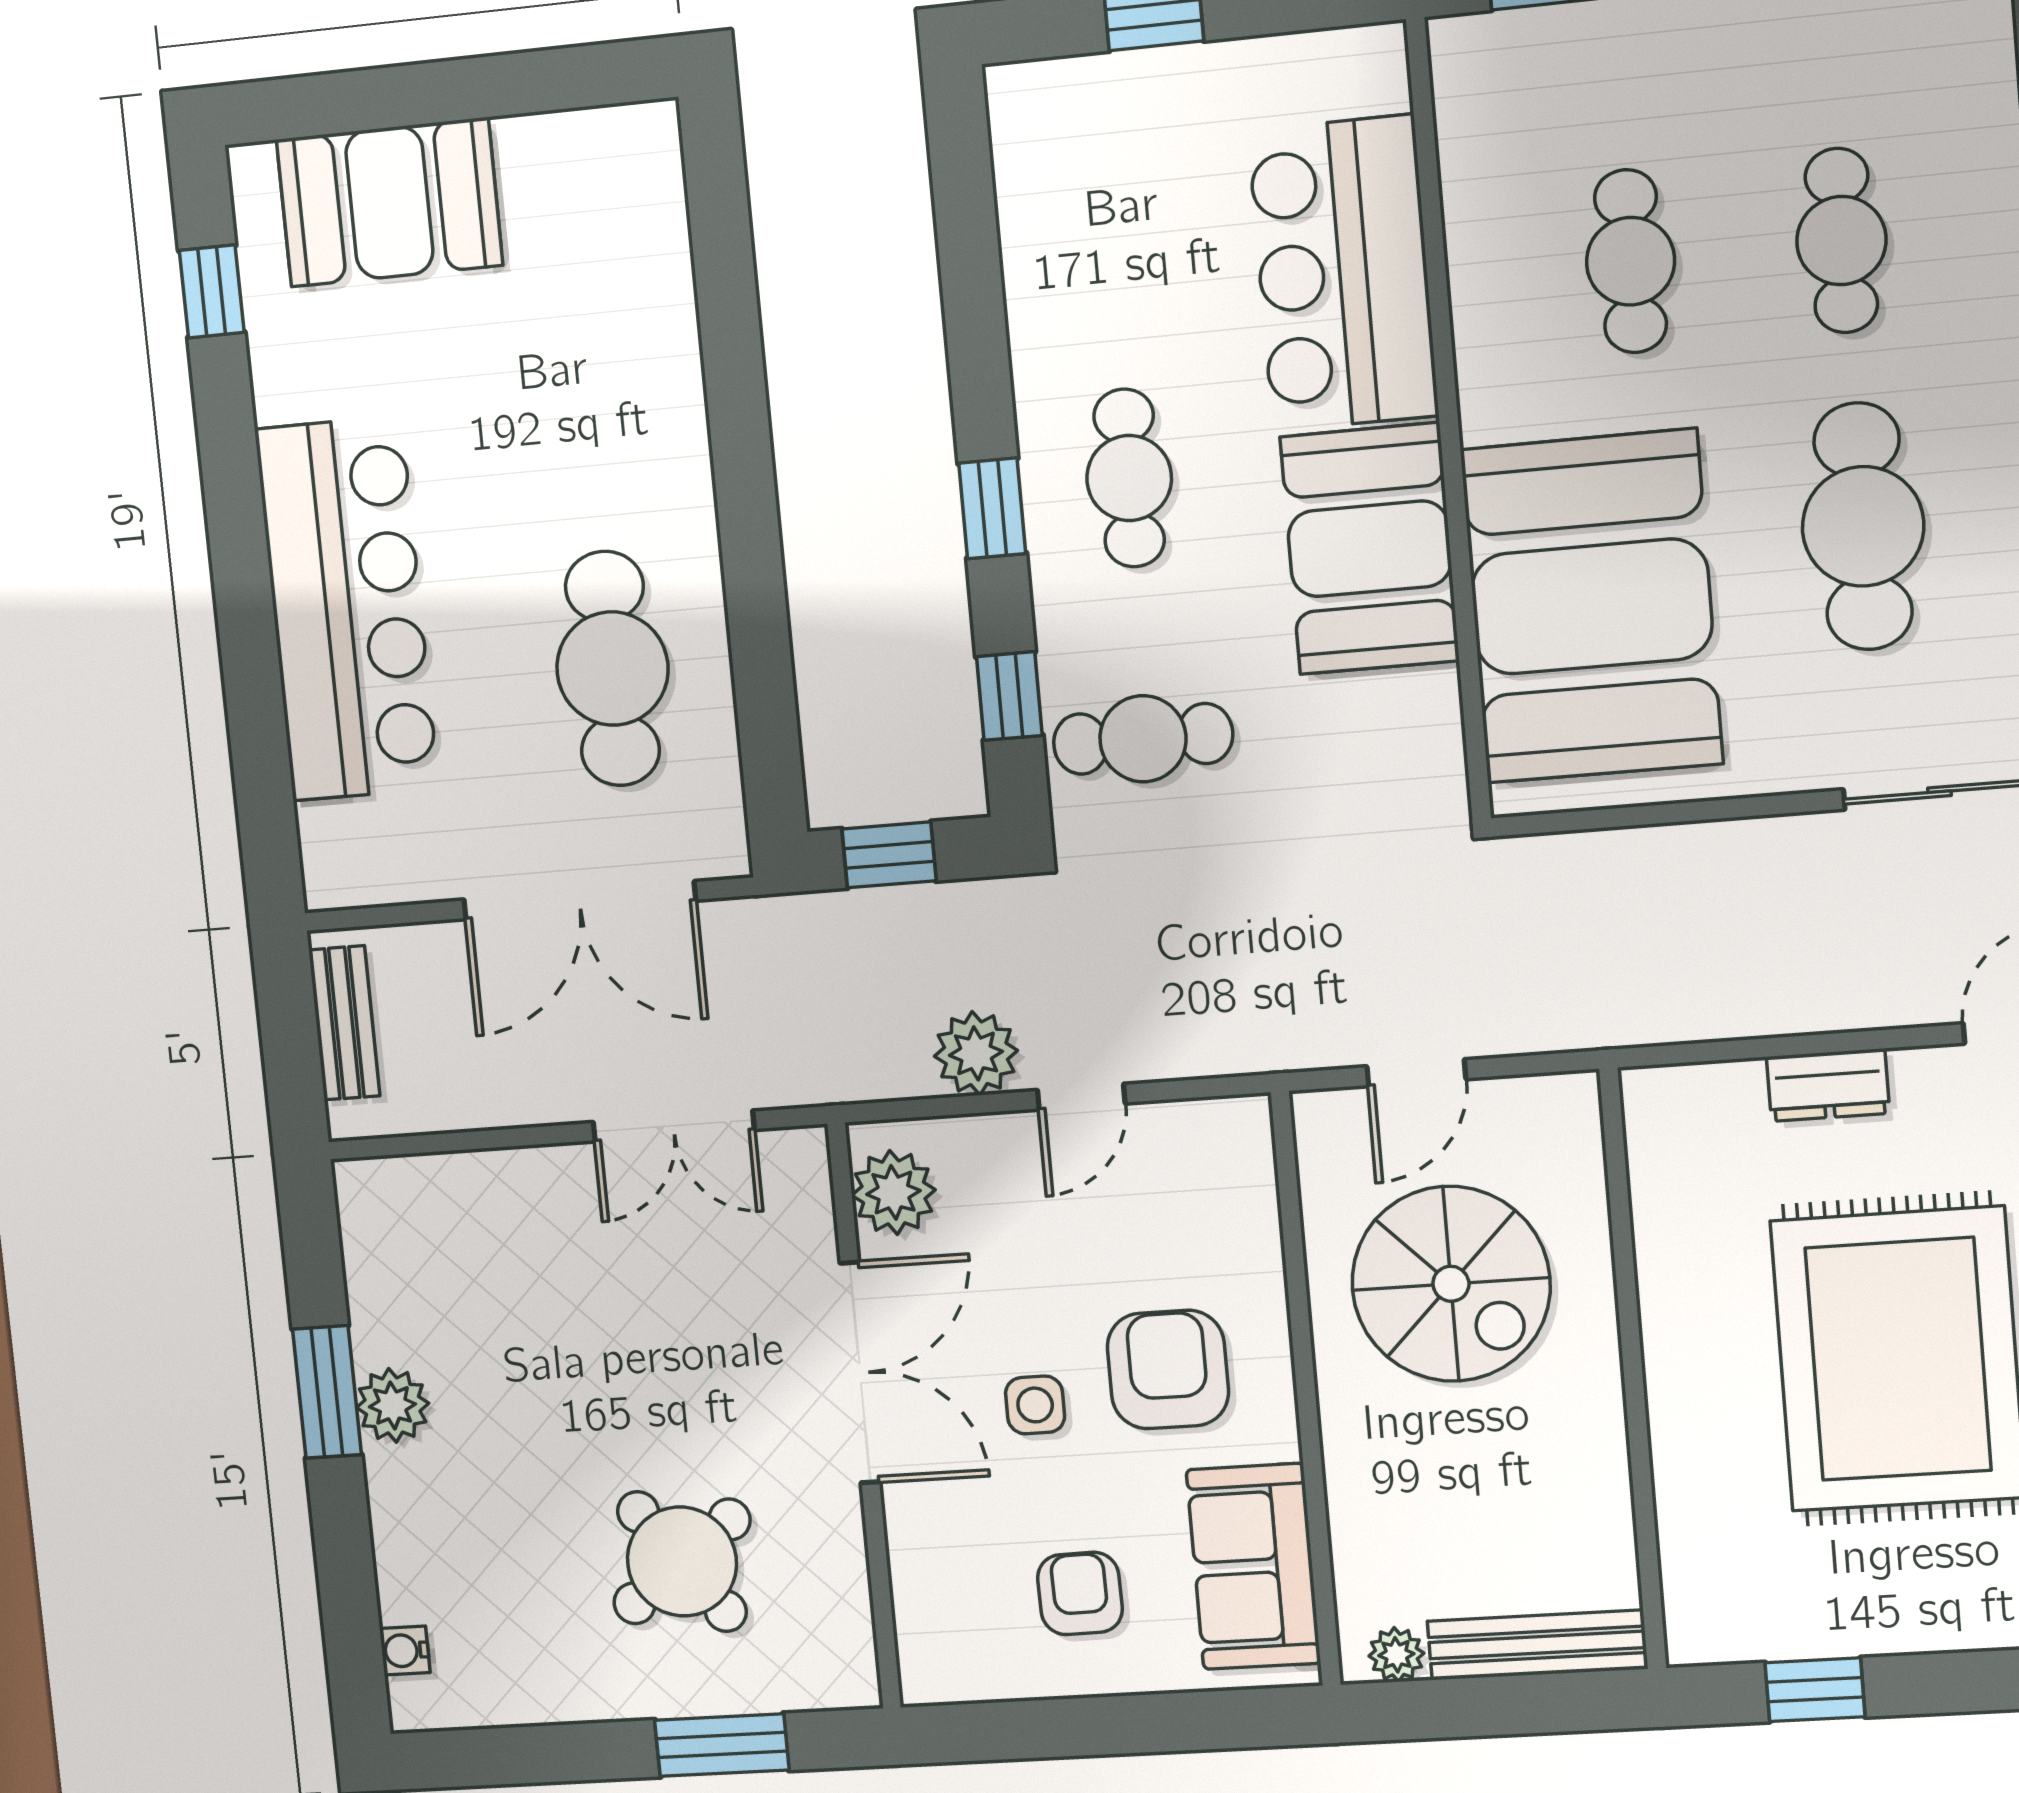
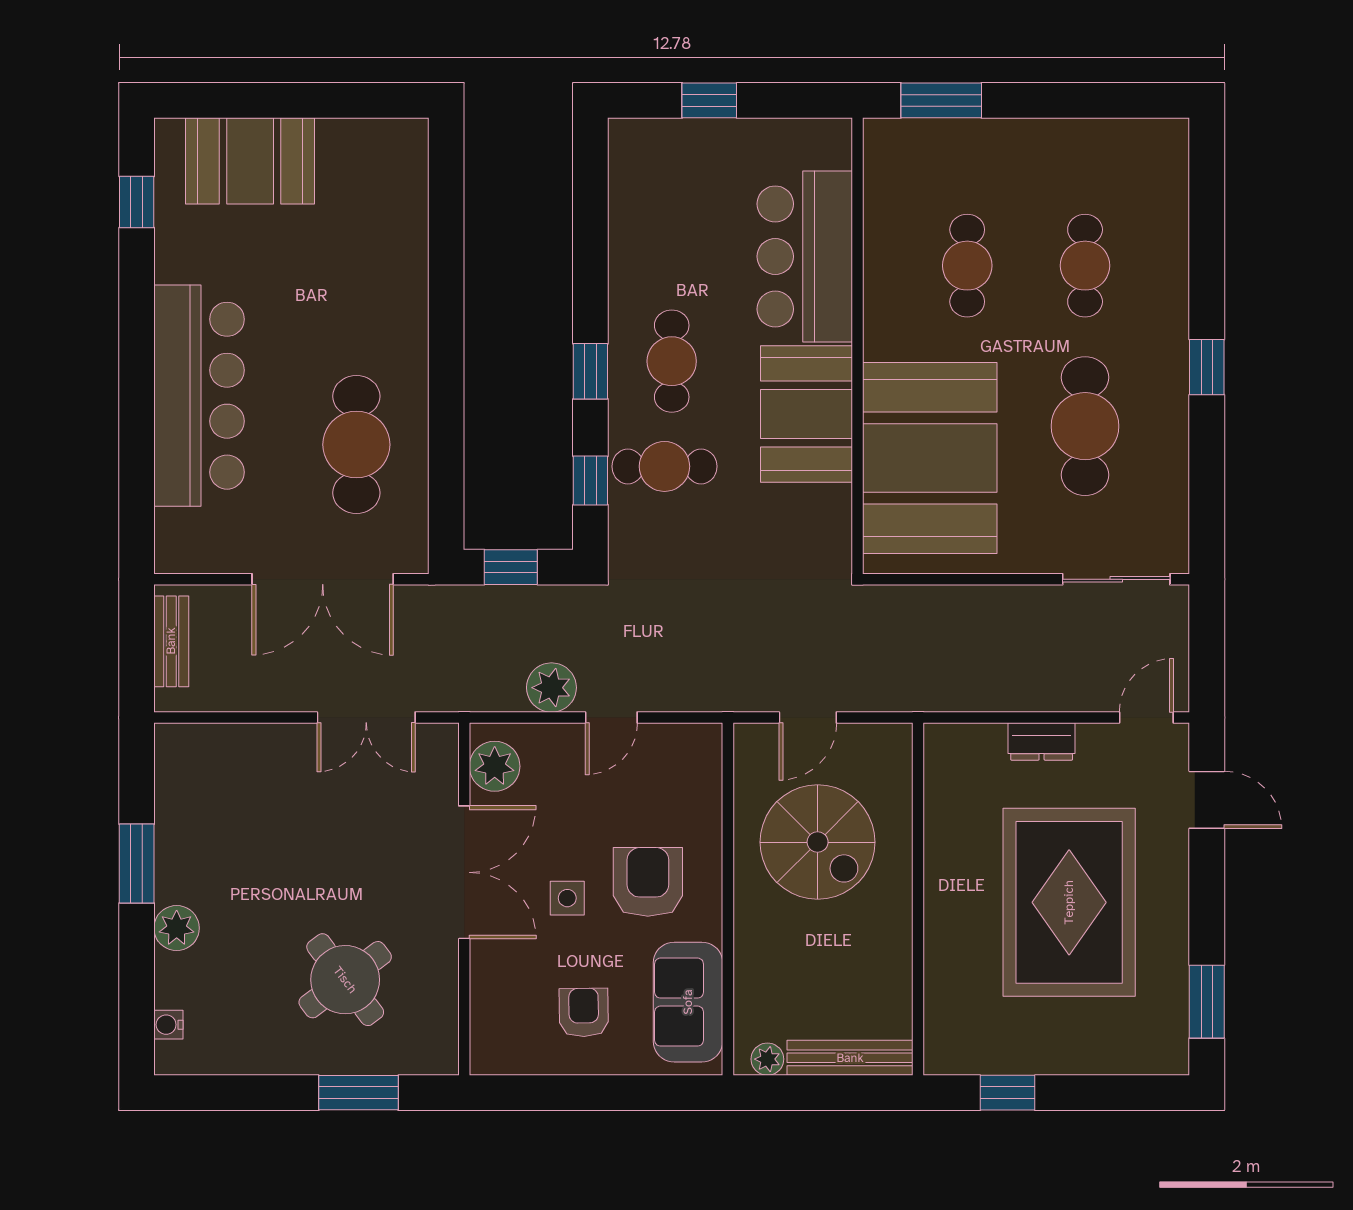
cafe table: (1143, 739) -> (664, 466), moved
plant: (393, 1405) -> (177, 928), moved

